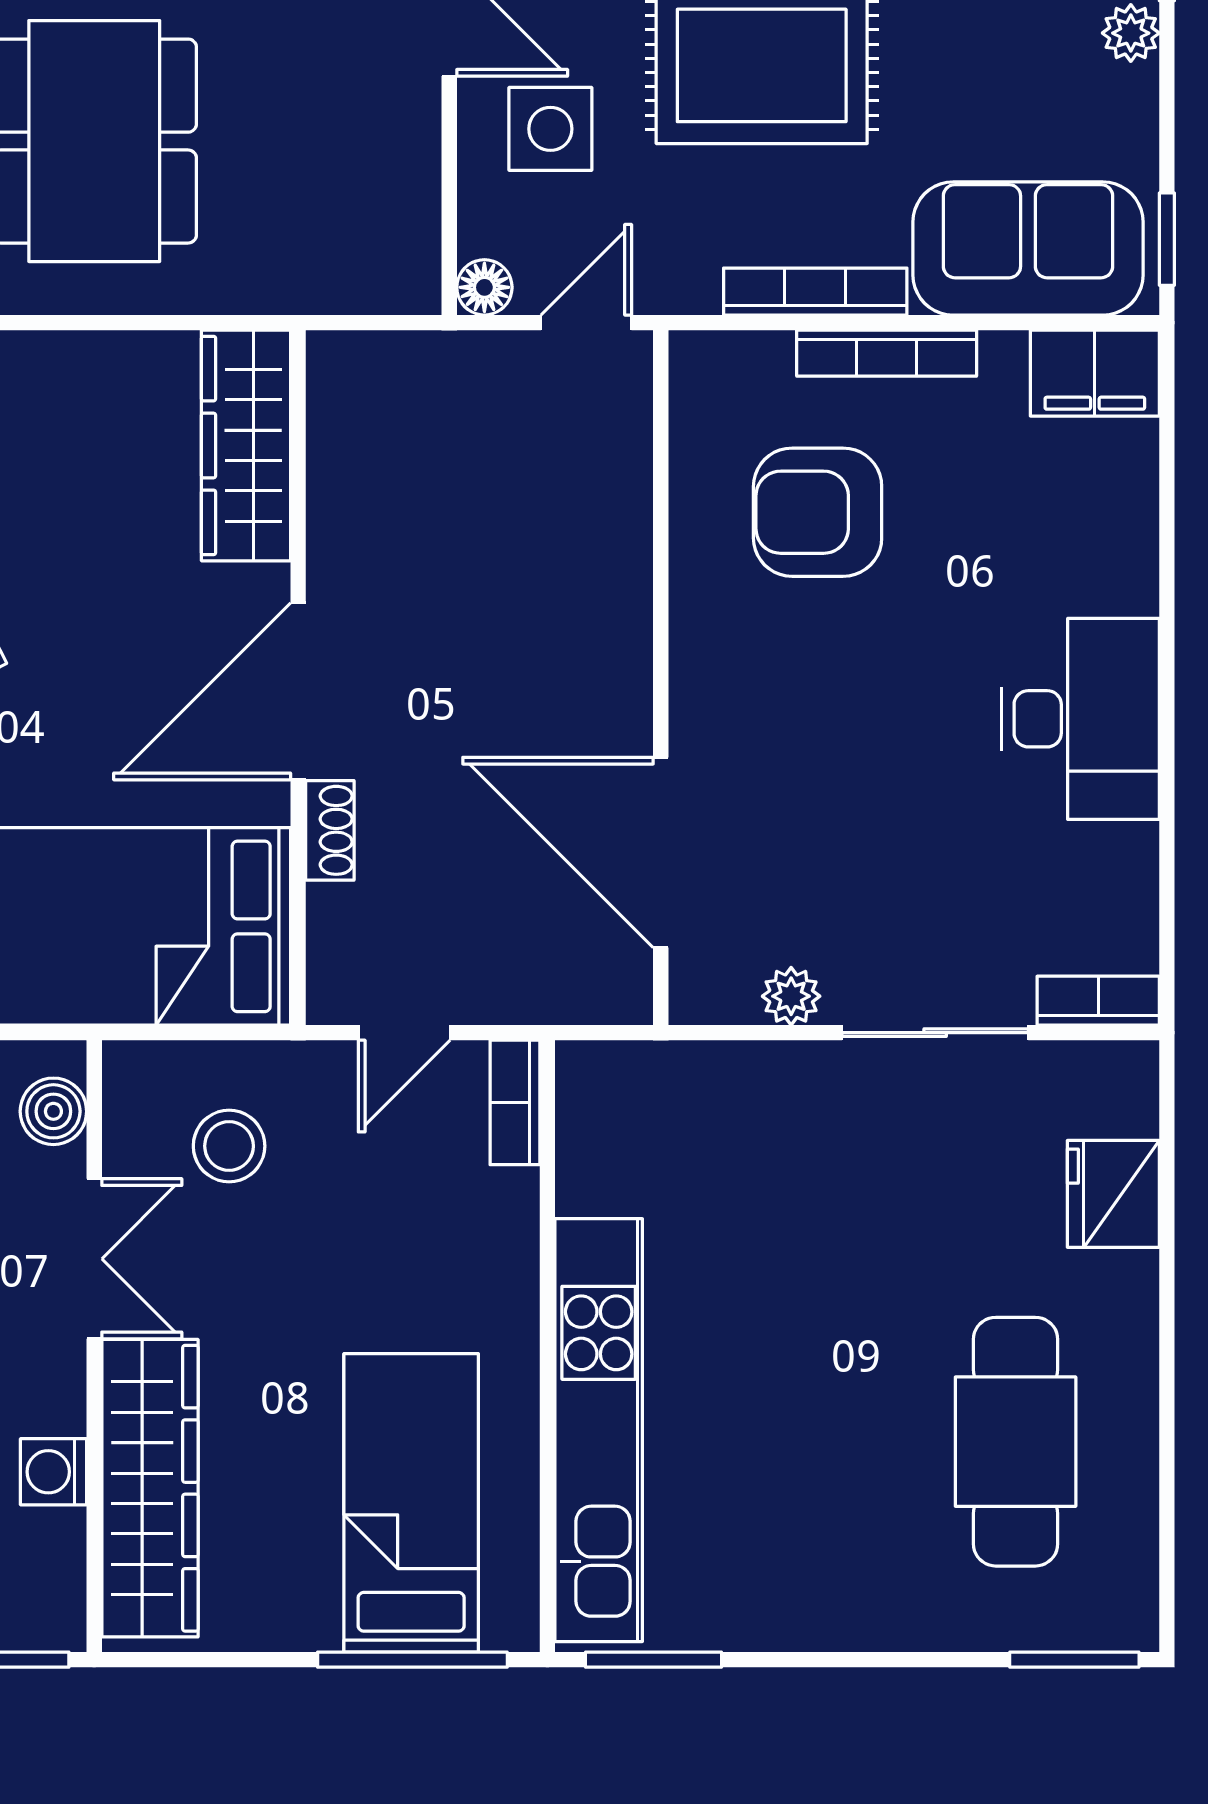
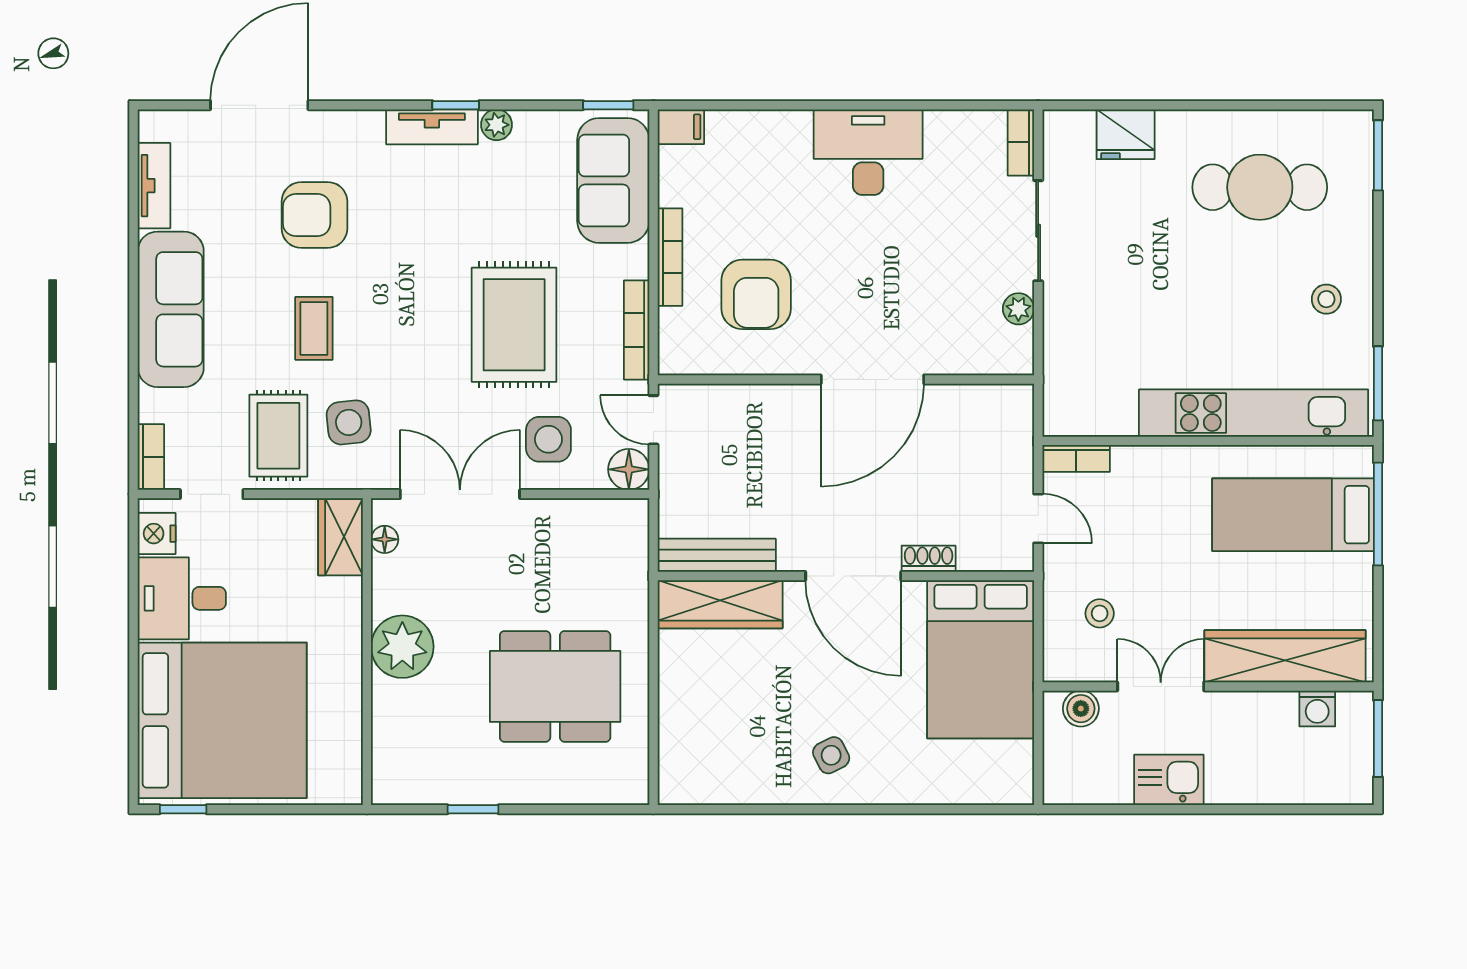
floor lamp: (484, 287) -> (629, 469), width x1.37, depth x1.37
bookcase: (815, 292) -> (637, 330), moved
filing cabinet: (1095, 373) -> (681, 127), width x0.50
bench: (336, 439) -> (717, 555), added
door: (661, 852) -> (872, 379), moved
stool: (229, 1146) -> (1100, 613), width x0.73, depth x0.73
washing machine: (54, 1472) -> (1317, 708), moved
stool: (809, 1564) -> (1326, 299), added

